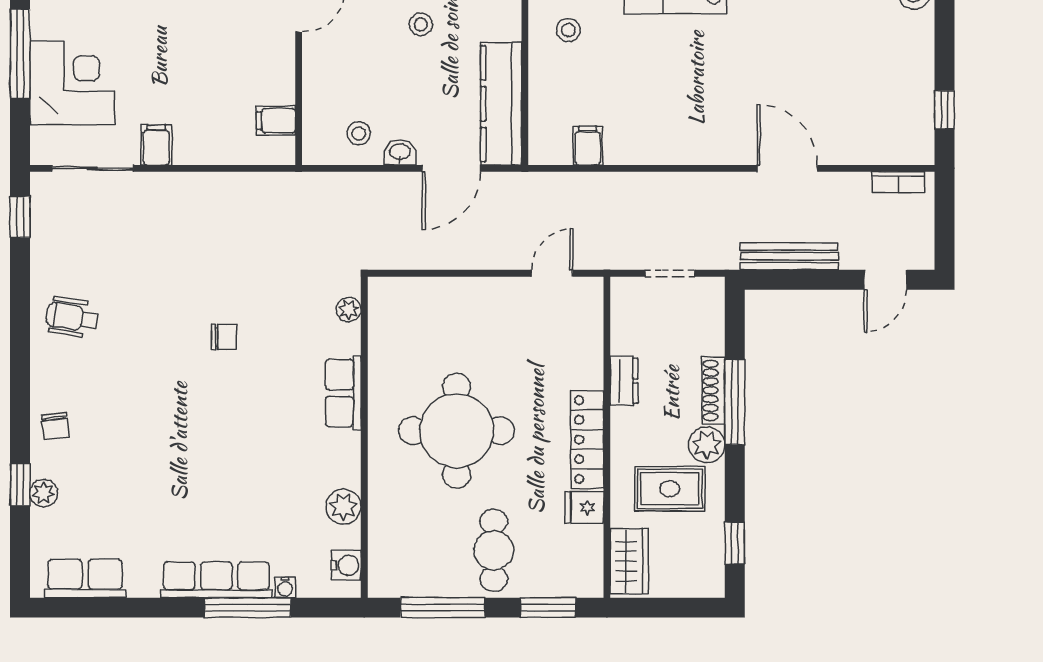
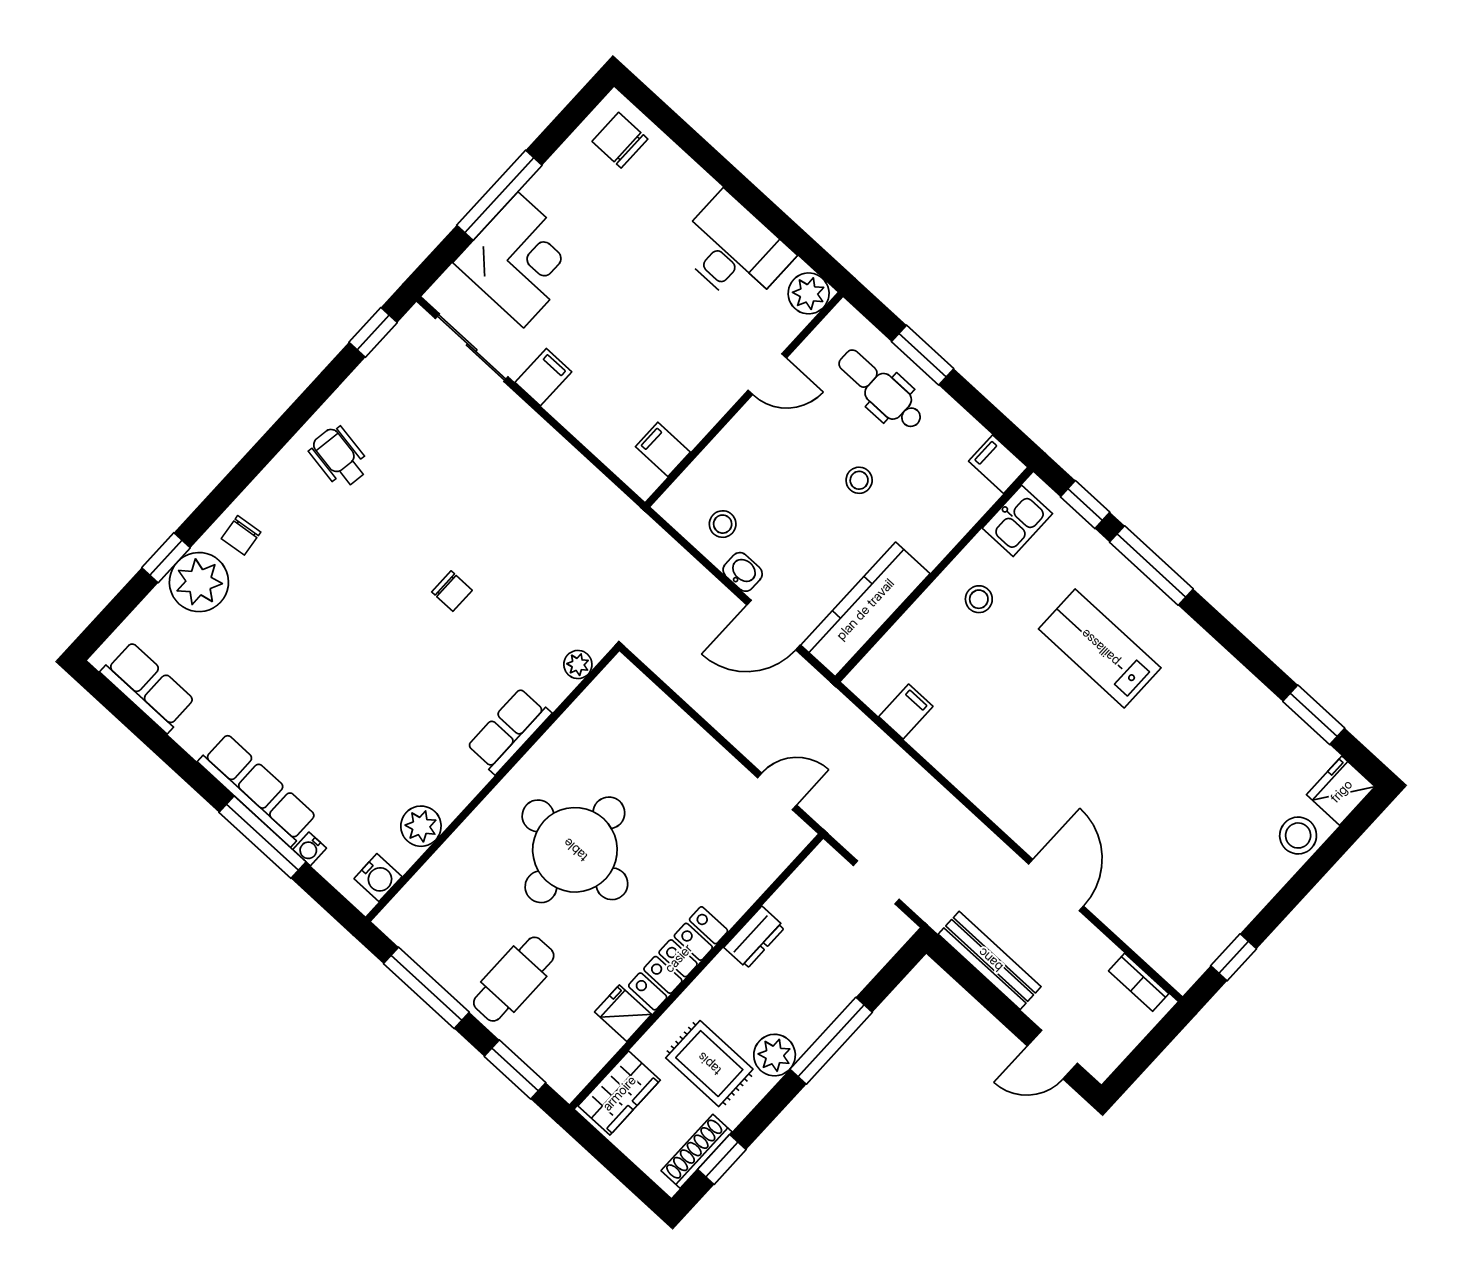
shoe rack: (713, 390) -> (697, 1151), moved
plant: (44, 493) -> (199, 582), width x1.88, depth x1.88

